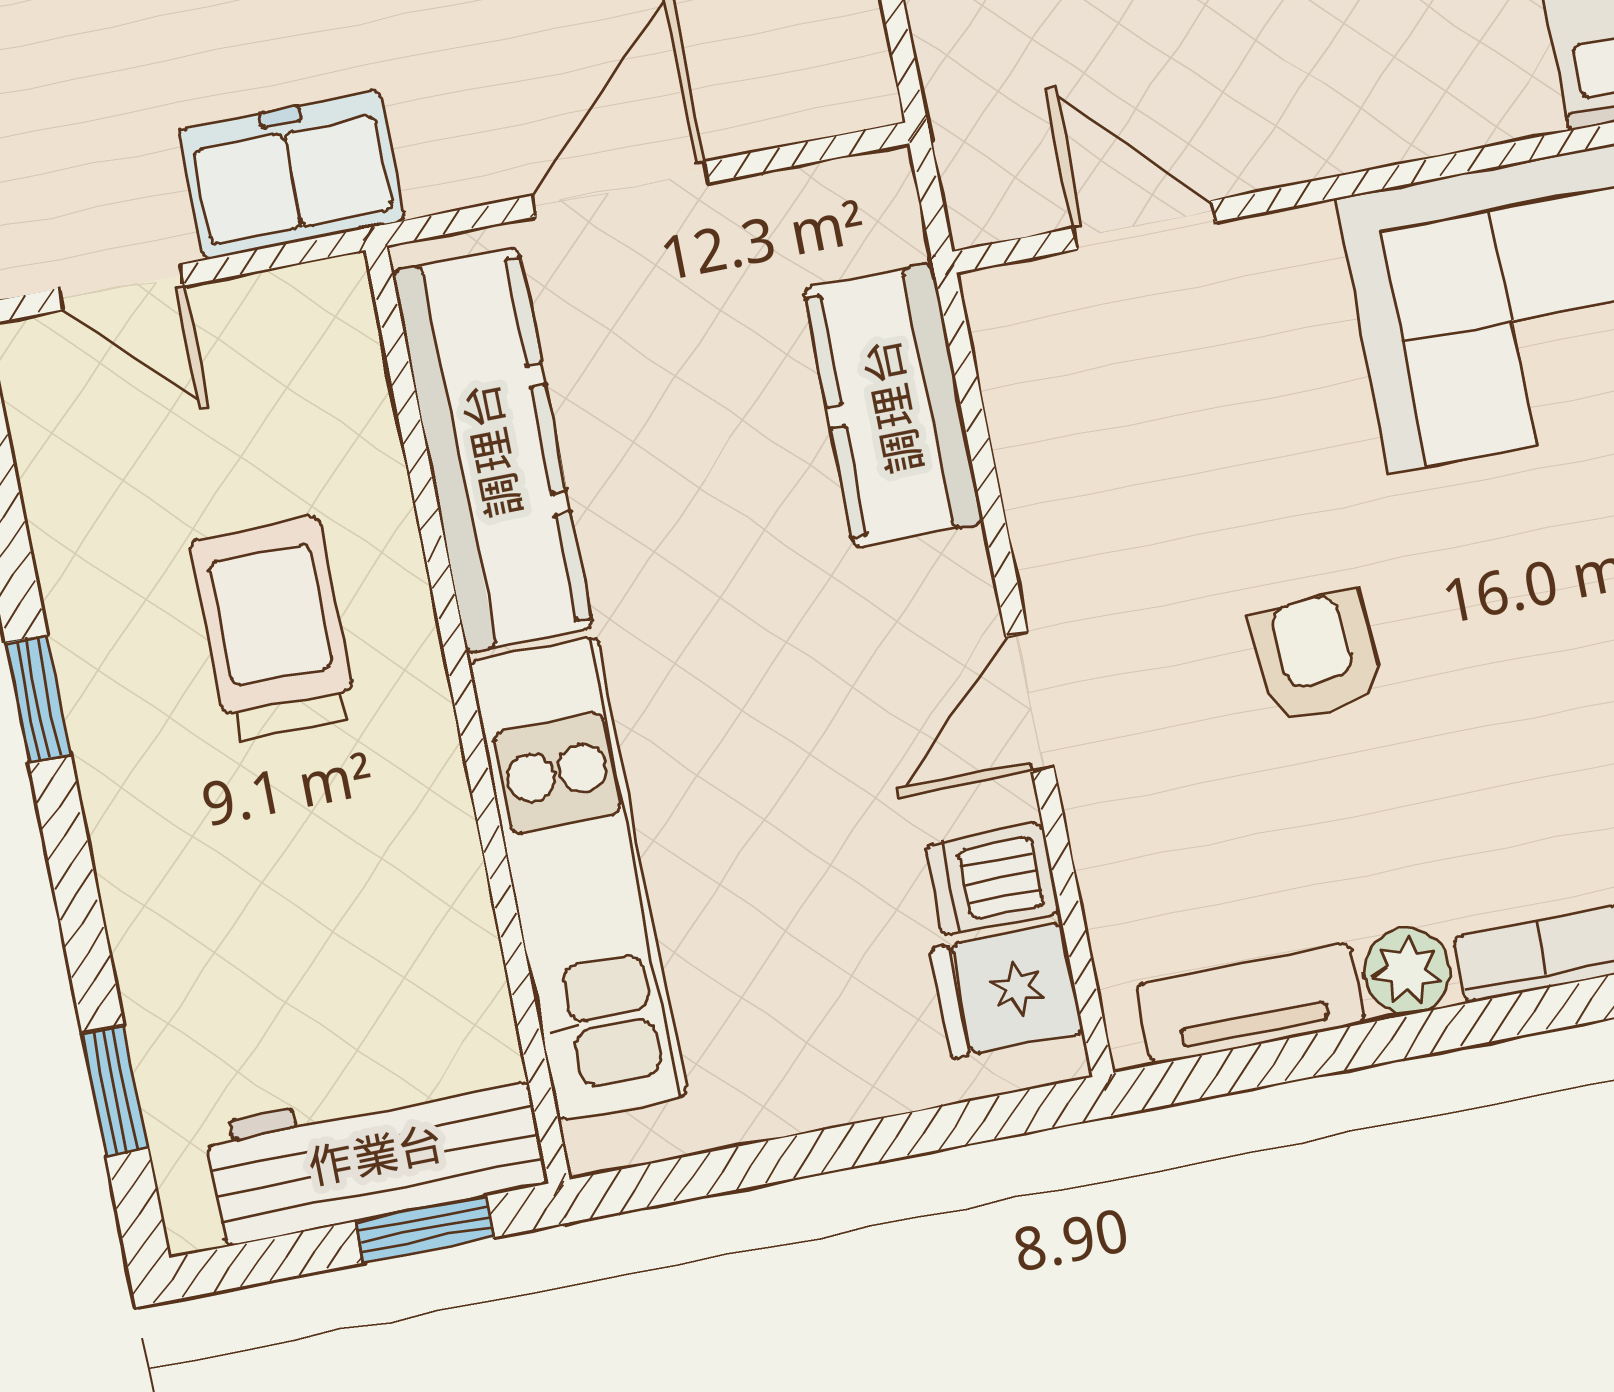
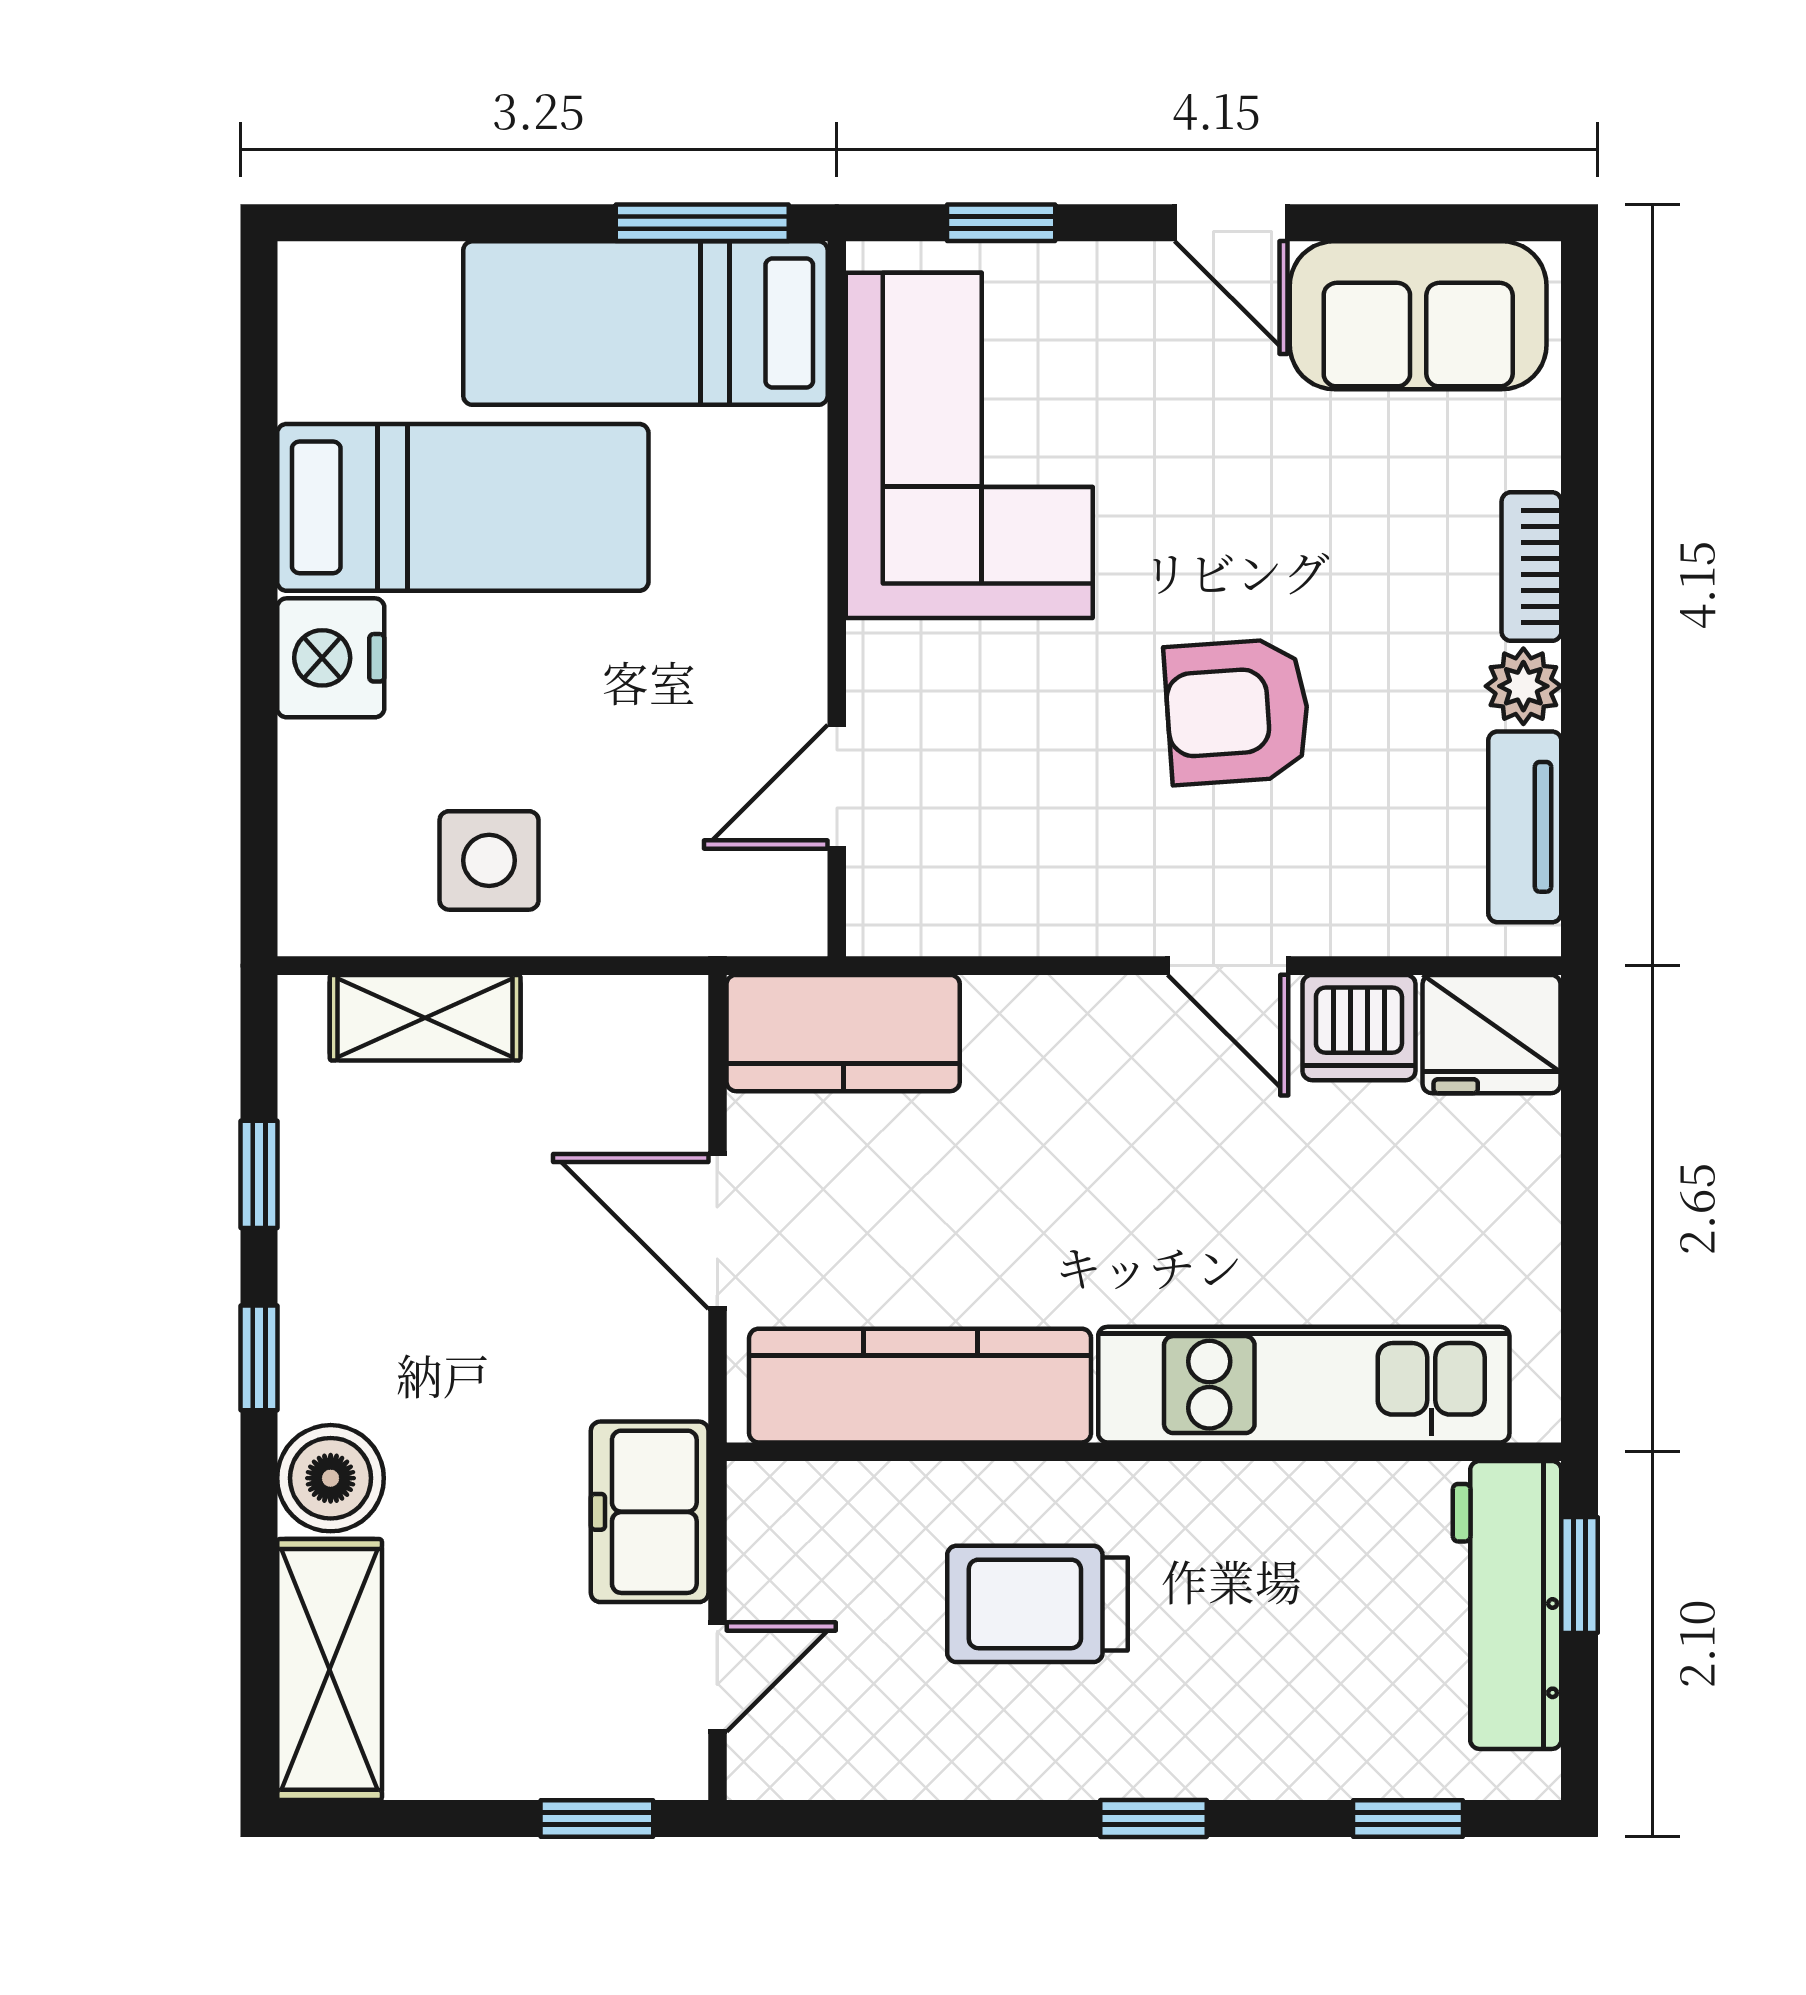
kitchen counter: (893, 406) -> (843, 1033), moved
armchair: (1316, 657) -> (1237, 712), width x1.38, depth x1.38
window: (38, 699) -> (1153, 1819), moved
dishwasher: (993, 879) -> (1359, 1028), width x1.38
fridge: (1007, 991) -> (1491, 1034), width x1.38

